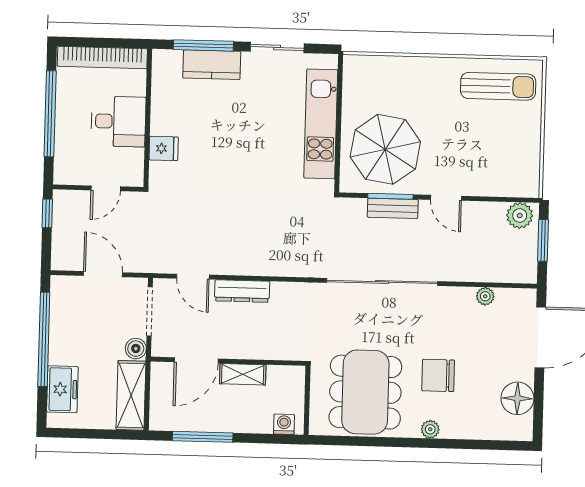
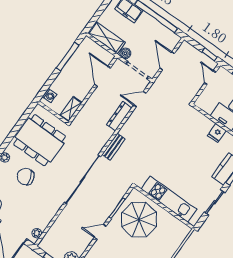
fridge: (164, 148) -> (217, 133), moved
door: (106, 188) -> (210, 78), moved
bench: (393, 208) -> (114, 147), moved
door: (103, 274) -> (167, 61), swing flipped
plant: (485, 296) -> (37, 233), moved
shelving: (243, 374) -> (71, 109), moved
chair: (438, 375) -> (26, 177), turned -109

